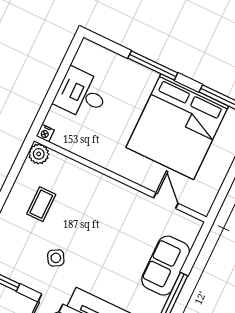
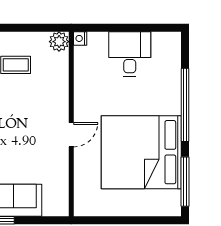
window: (153, 65) -> (185, 105), width x1.46
door: (166, 201) -> (71, 135), moved

